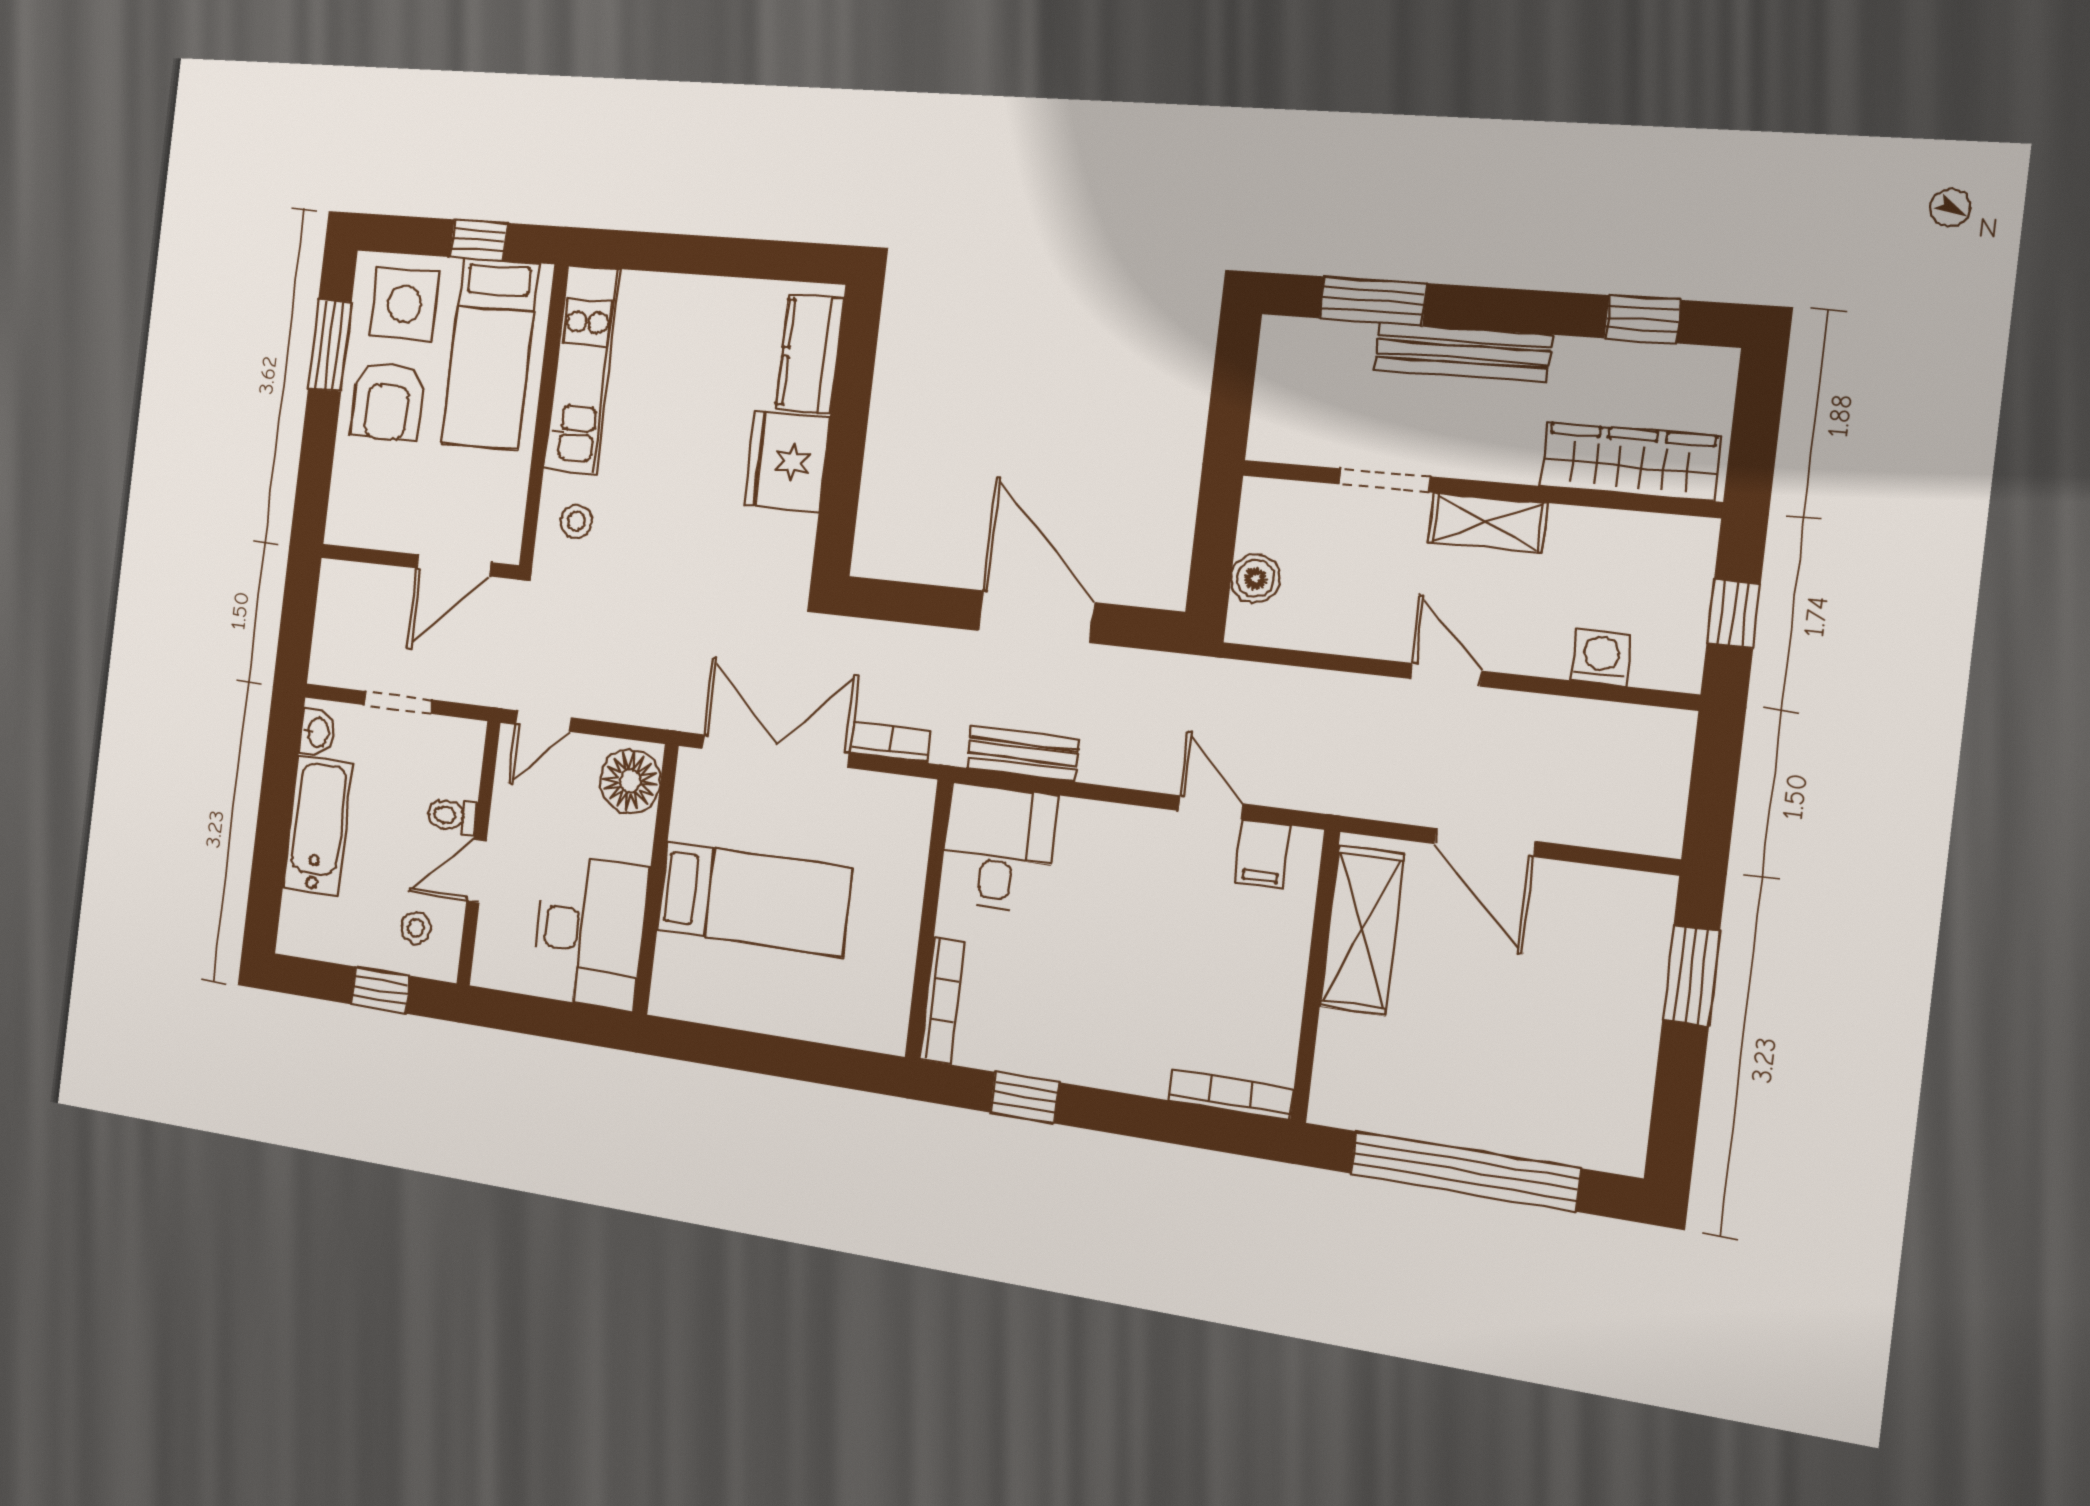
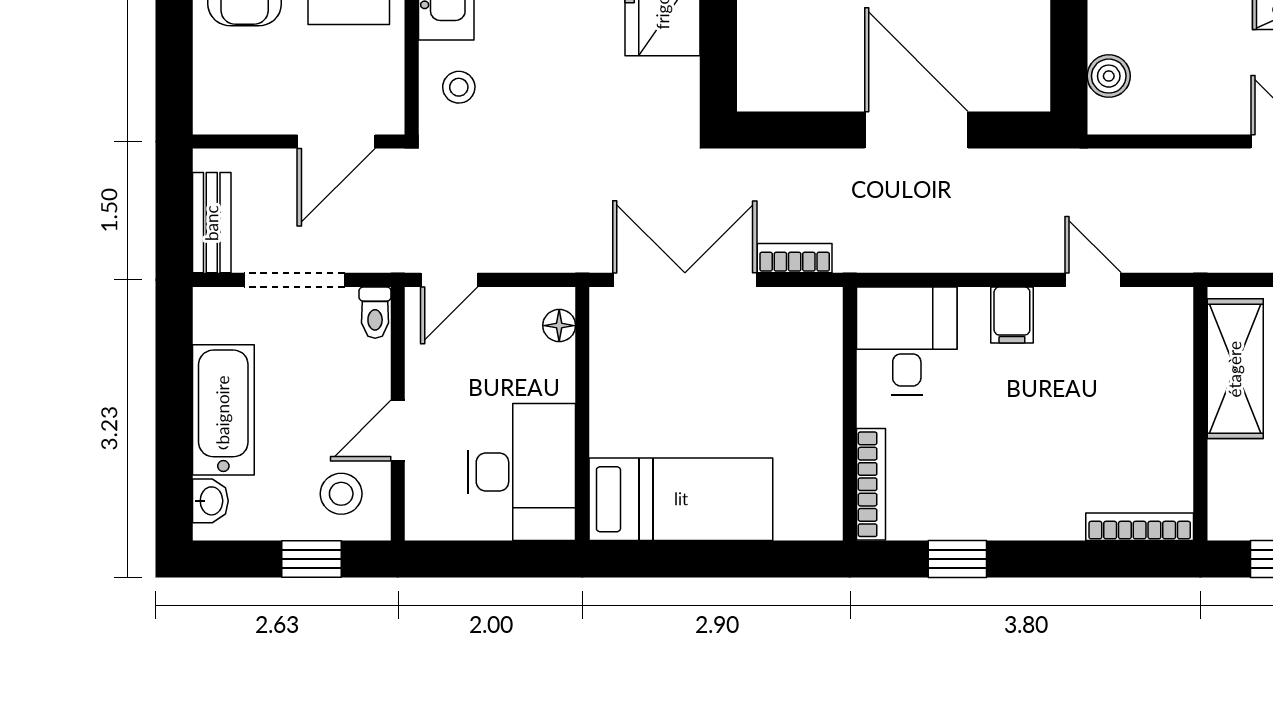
doorway: (399, 702) -> (294, 280), width x1.38
washbasin: (317, 732) -> (210, 501), moved
bench: (1023, 754) -> (212, 223), moved, turned 90
floor lamp: (630, 781) -> (559, 326), width x0.53, depth x0.53
toilet: (452, 816) -> (375, 313), moved, turned -90
filing cabinet: (1262, 854) -> (1012, 315), moved
bed: (754, 899) -> (681, 499), moved
stool: (416, 928) -> (341, 494), width x1.37, depth x1.37

